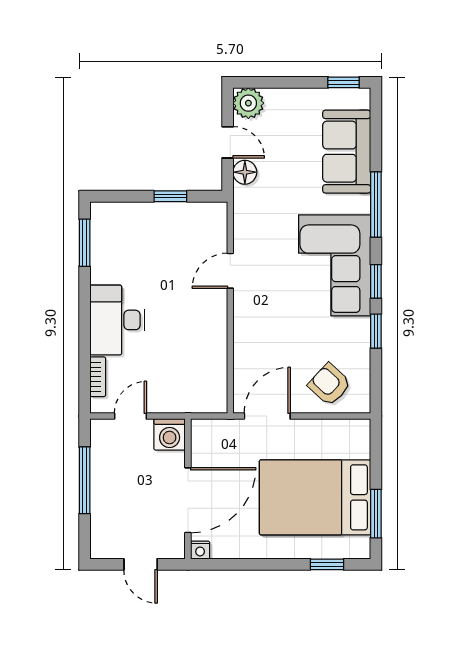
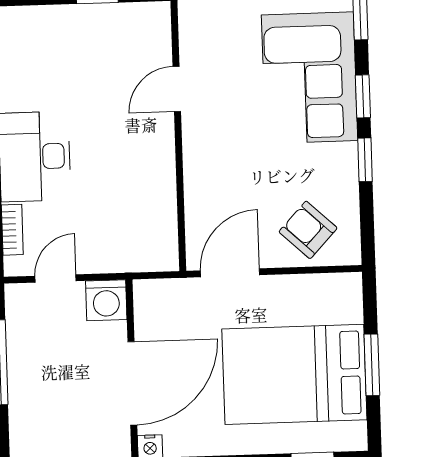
window: (376, 514) -> (372, 365), moved

